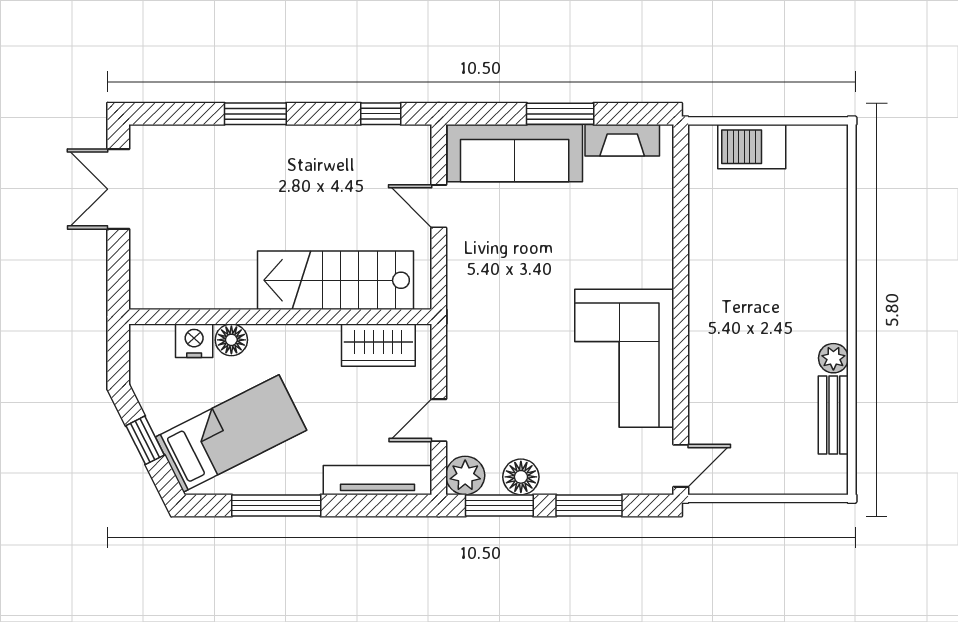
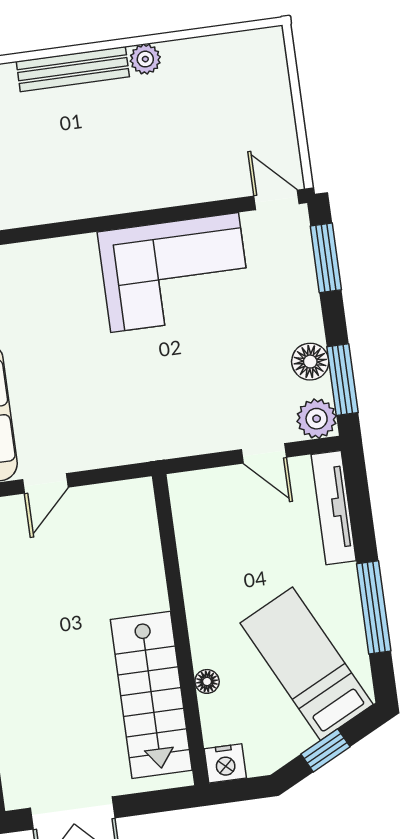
stairs: (336, 280) -> (151, 695), moved
floor lamp: (231, 340) -> (207, 681), width x0.73, depth x0.73
nightstand: (194, 341) -> (225, 763), moved, turned -90
wardrobe: (378, 345) -> (196, 526), removed
bench: (833, 415) -> (73, 69), moved, width x1.36
window: (589, 505) -> (326, 258), moved

